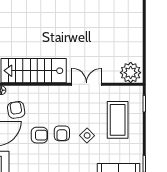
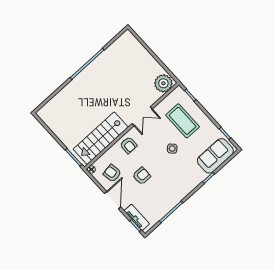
double door: (87, 84) -> (142, 116), swing flipped
armchair: (62, 133) -> (129, 145), moved

